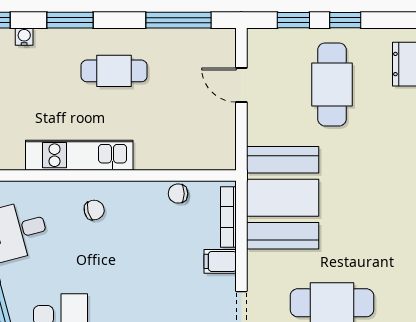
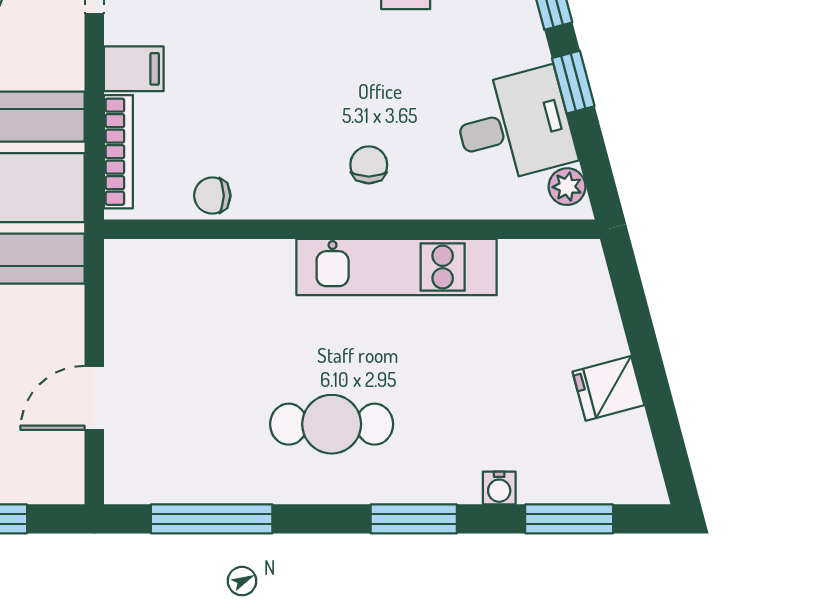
door: (241, 85) -> (94, 398), swing flipped
chair: (178, 194) -> (212, 196), turned 180
chair: (94, 210) -> (369, 165), turned 104

